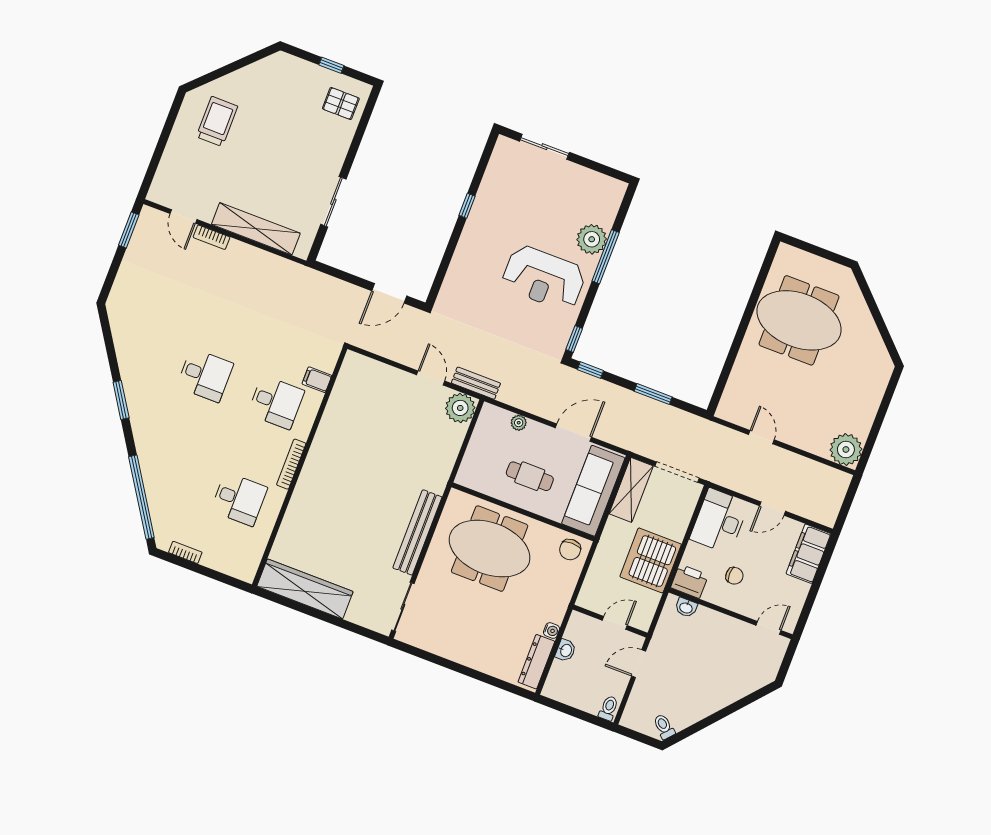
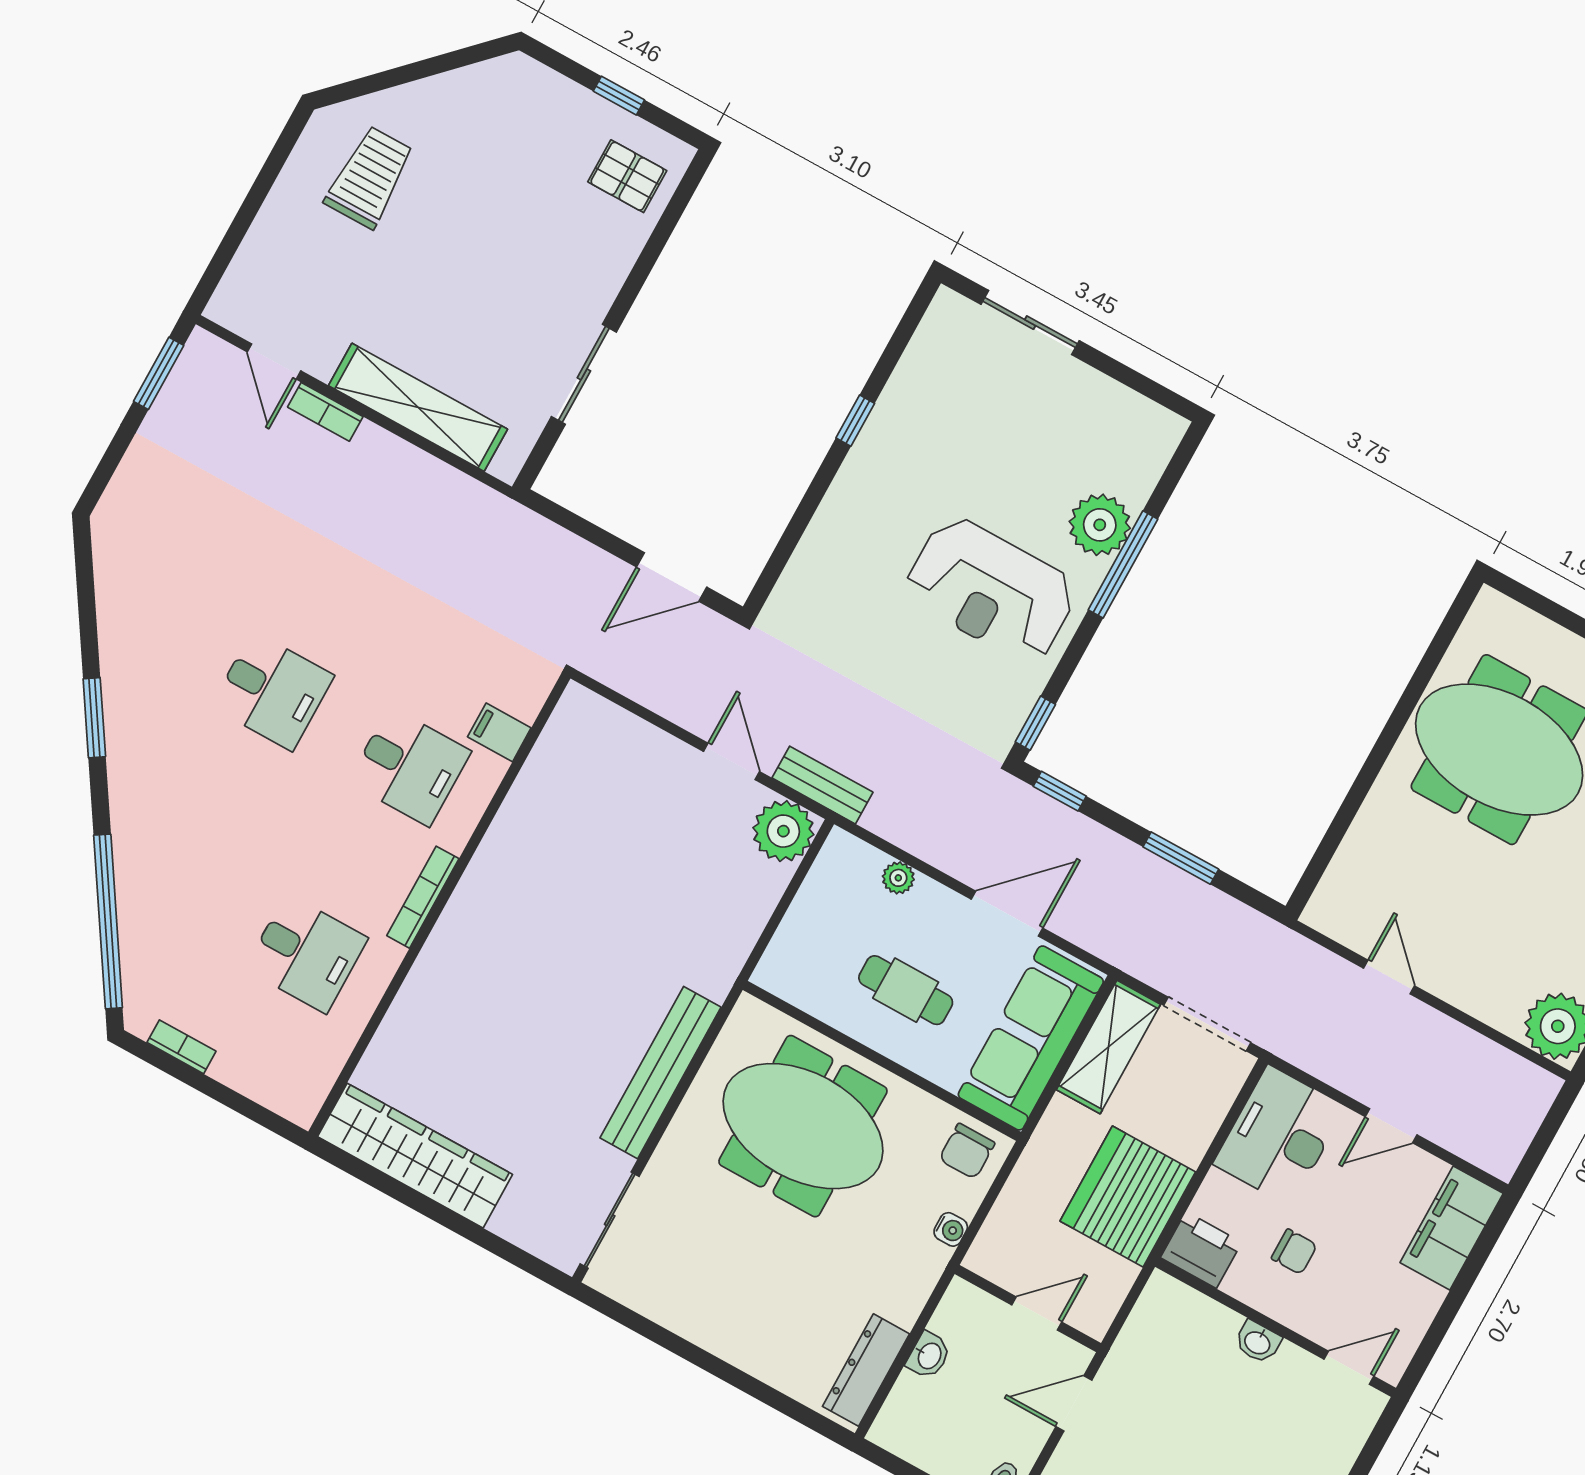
washbasin: (686, 608) -> (1258, 1342), moved
water cooler: (551, 631) -> (951, 1229), moved

